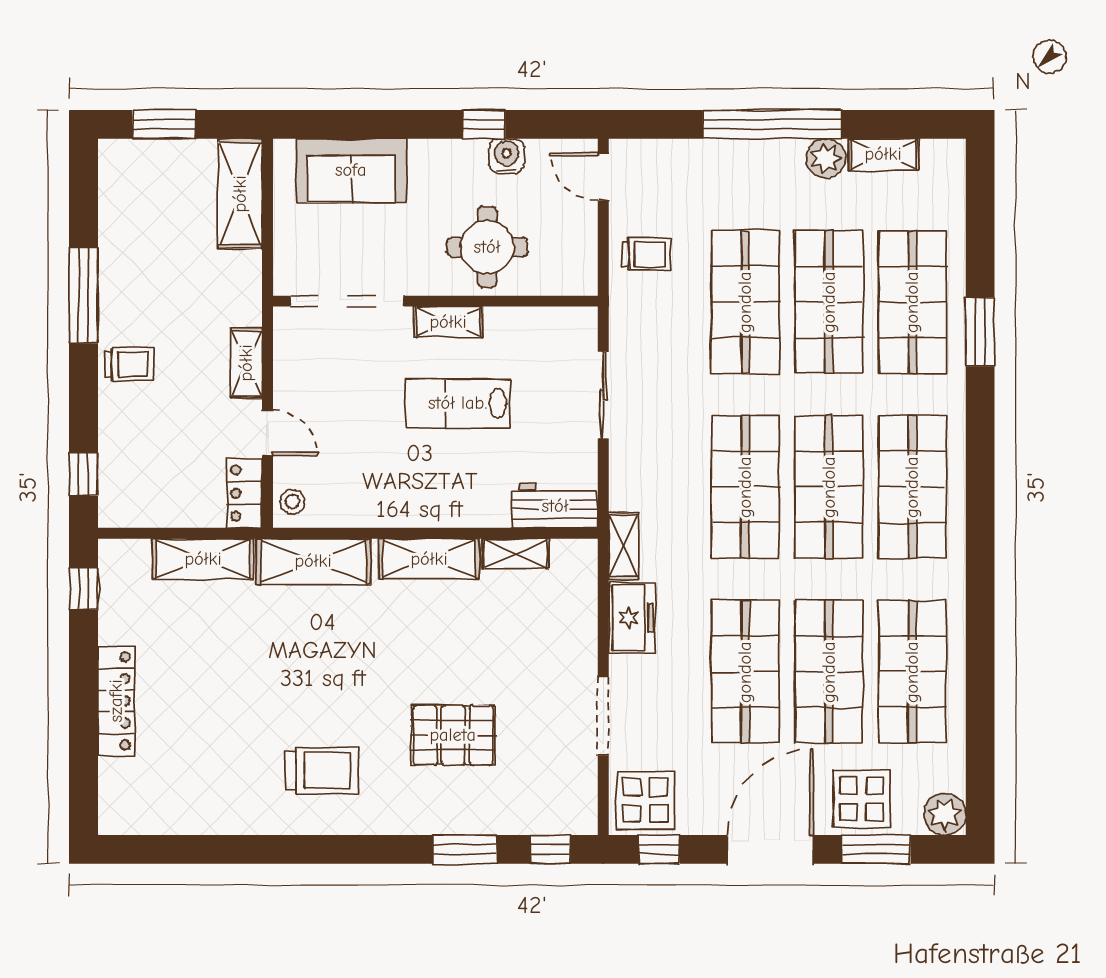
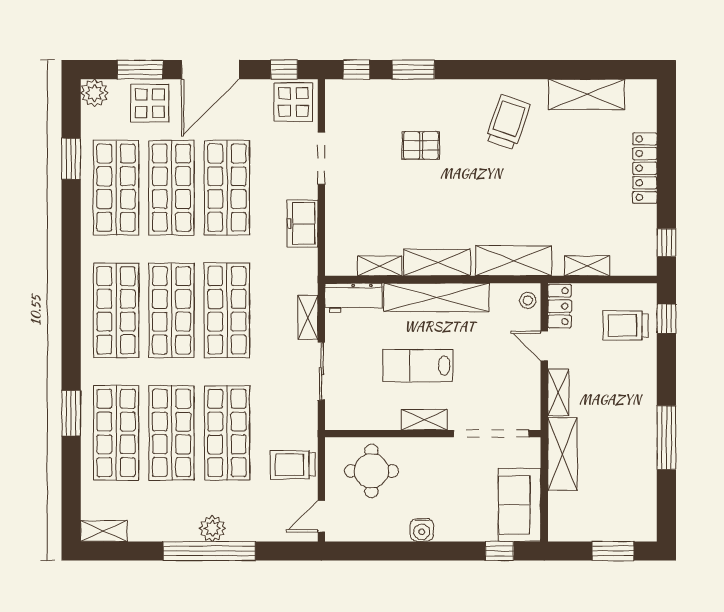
window: (484, 124) -> (499, 551), moved
shelving: (883, 154) -> (104, 531), moved
water cooler: (507, 156) -> (422, 530), moved
plant: (826, 158) -> (212, 528), moved
sofa: (351, 170) -> (520, 505), moved, turned -90
door: (603, 177) -> (321, 516), swing flipped
shelving: (240, 194) -> (562, 454), moved
round table: (487, 247) -> (371, 471), moved
trolley: (646, 254) -> (293, 465), width x1.36, depth x1.39
trolley: (129, 364) -> (626, 325), moved, width x1.36, depth x1.39
lab bench: (458, 403) -> (418, 366), turned 180
shelving: (430, 506) -> (436, 297), added
shelving: (624, 546) -> (308, 317), moved
shelving: (203, 559) -> (587, 266), width x0.67, depth x0.75
window: (980, 715) -> (71, 159), added
pallet: (453, 735) -> (421, 145), width x0.67, depth x0.71
trolley: (322, 770) -> (508, 122), turned 109
shelving: (204, 812) -> (587, 94), added

